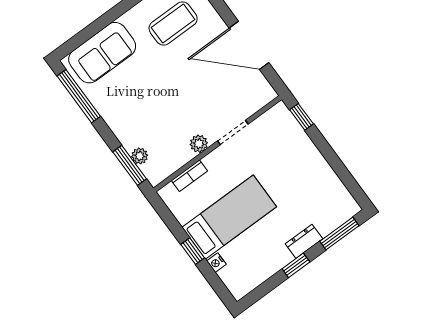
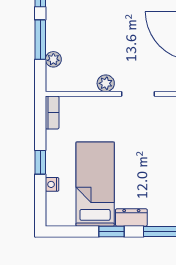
window: (130, 165) -> (40, 40), moved
bookcase: (189, 176) -> (52, 113), moved, turned -90
bed: (229, 217) -> (95, 184), moved, turned -90

